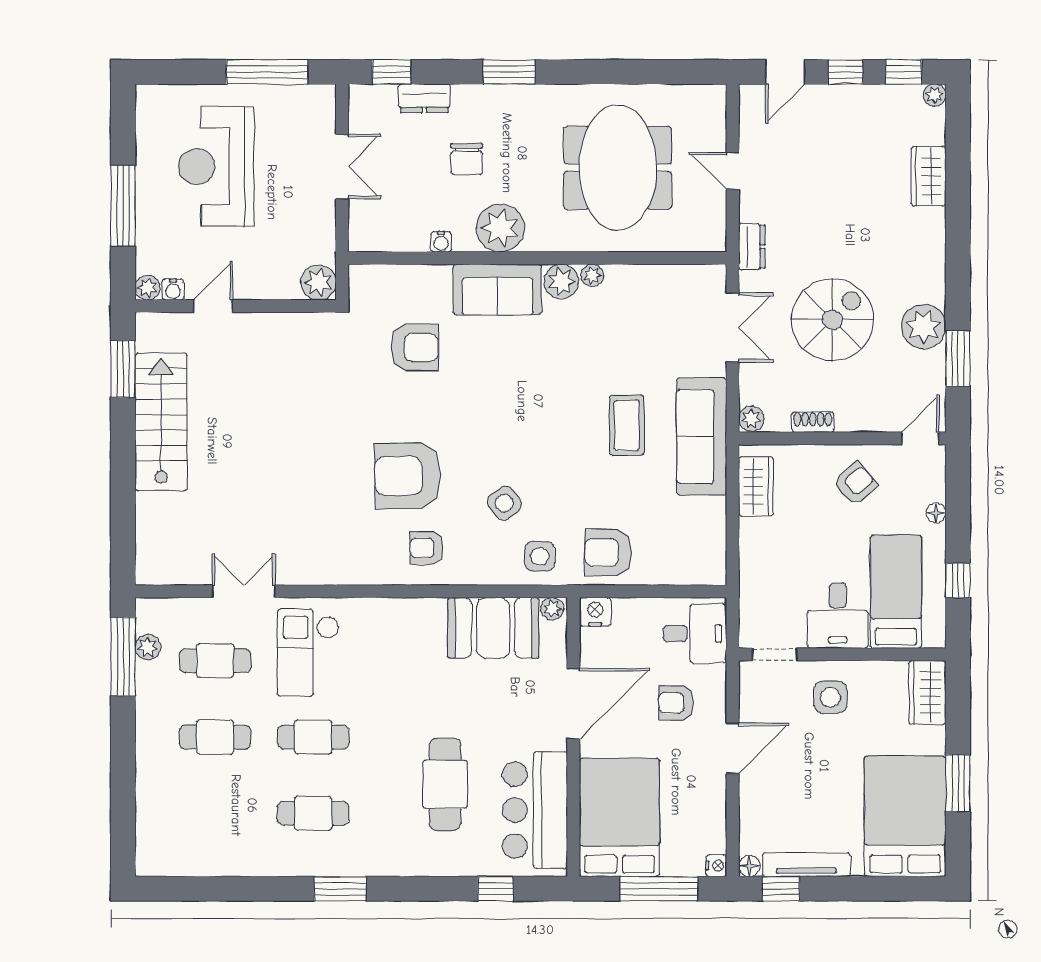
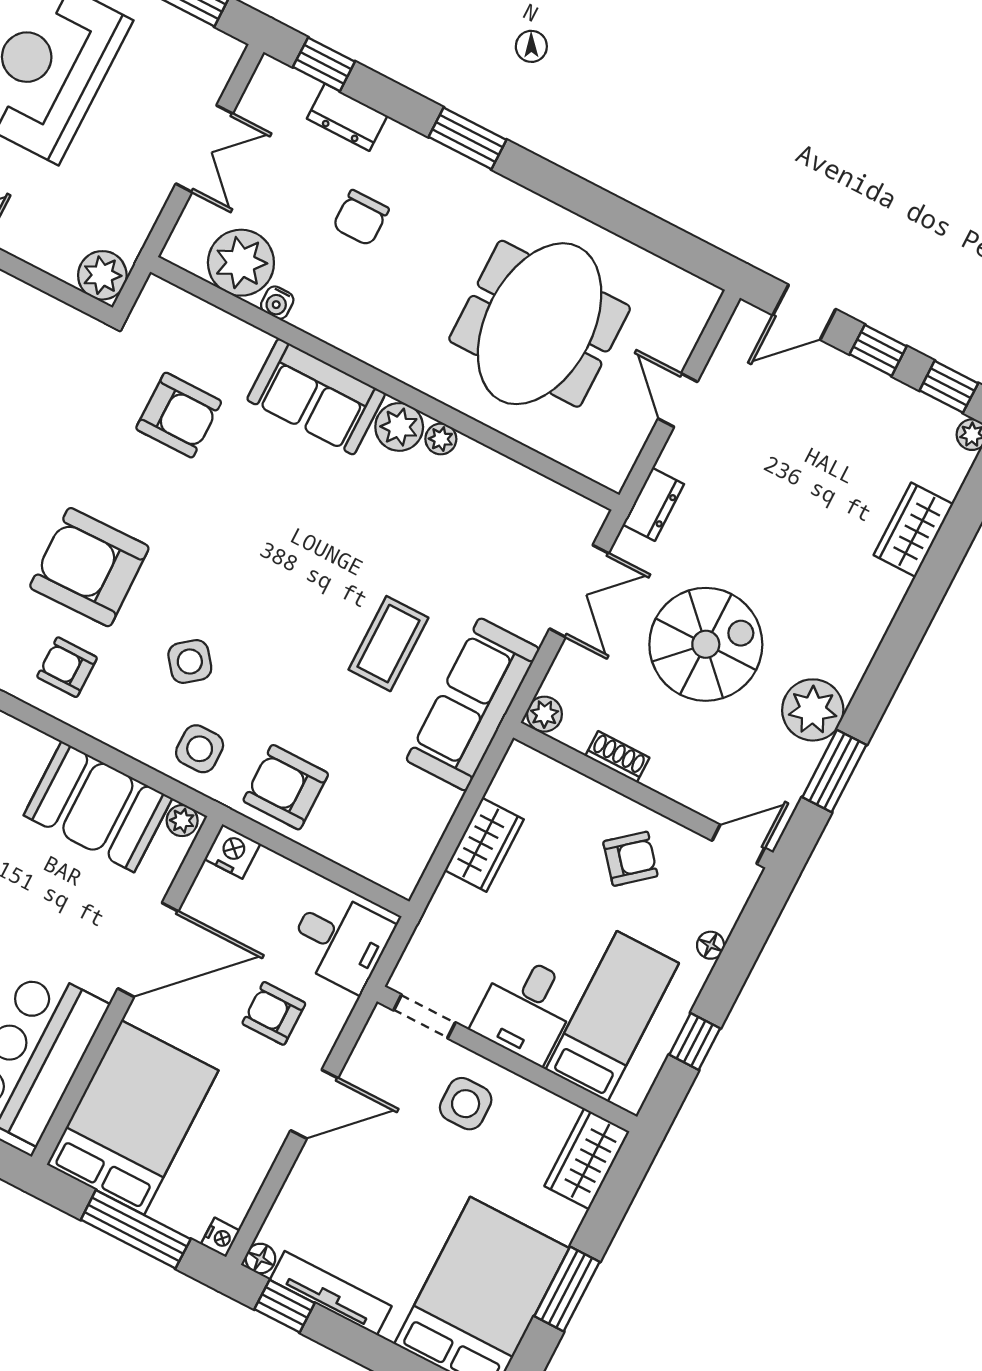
plant: (500, 228) -> (241, 263), moved
wardrobe: (756, 486) -> (484, 845), moved

